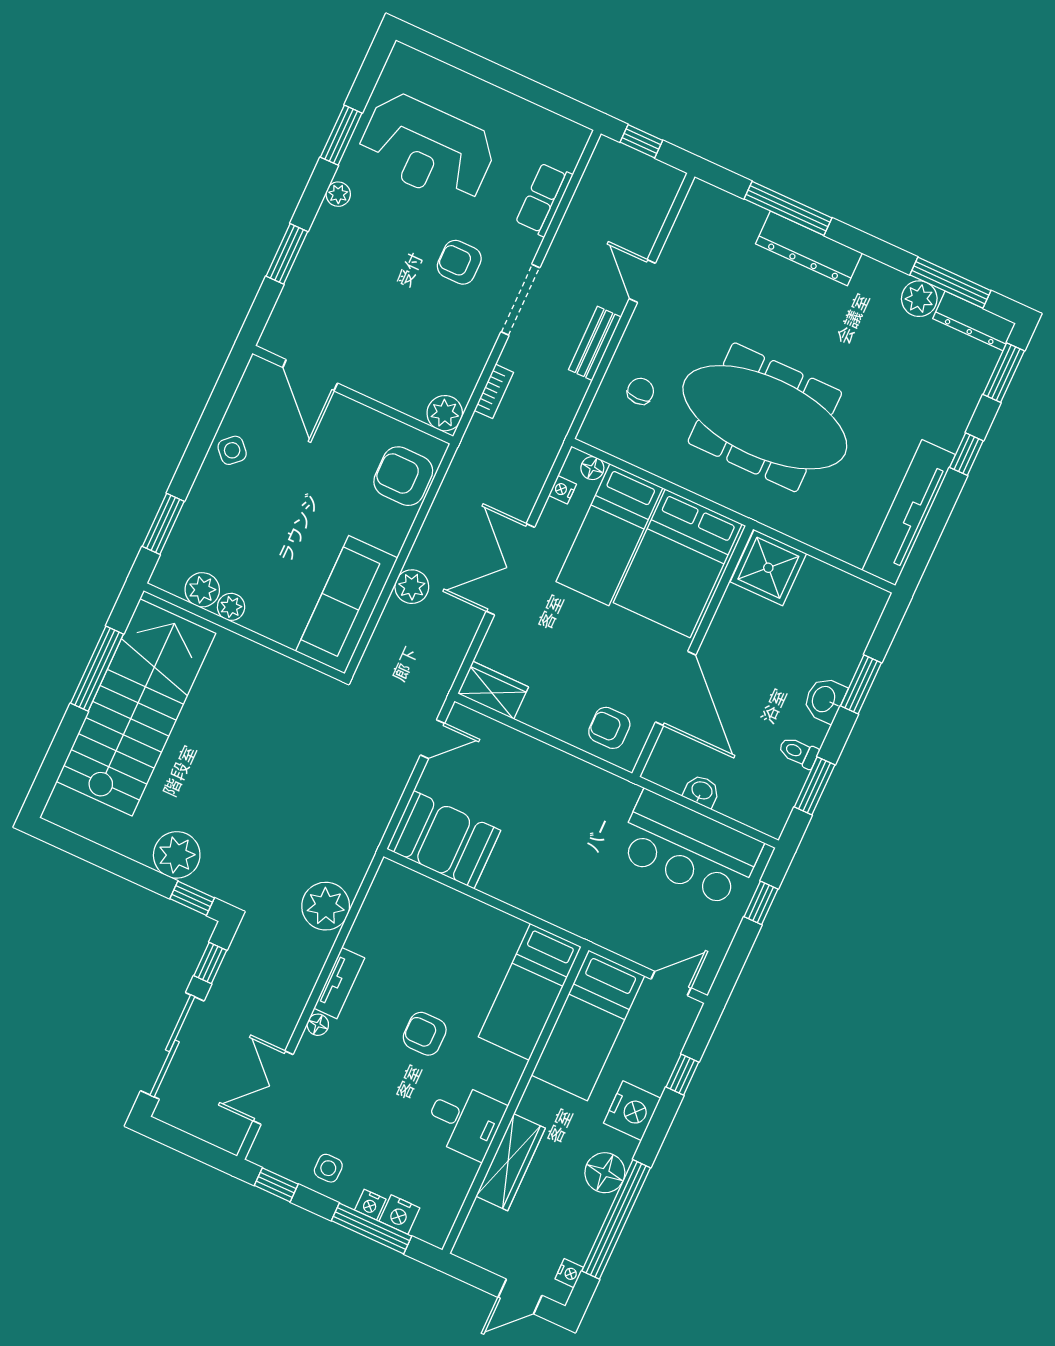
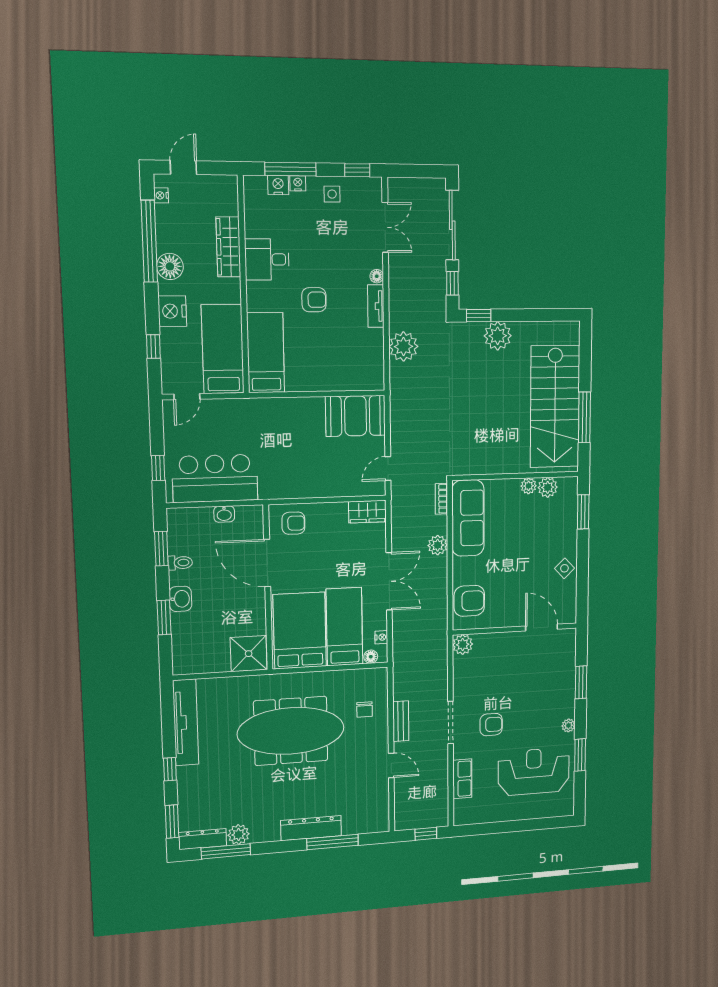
bookcase: (494, 391) -> (441, 499), moved

